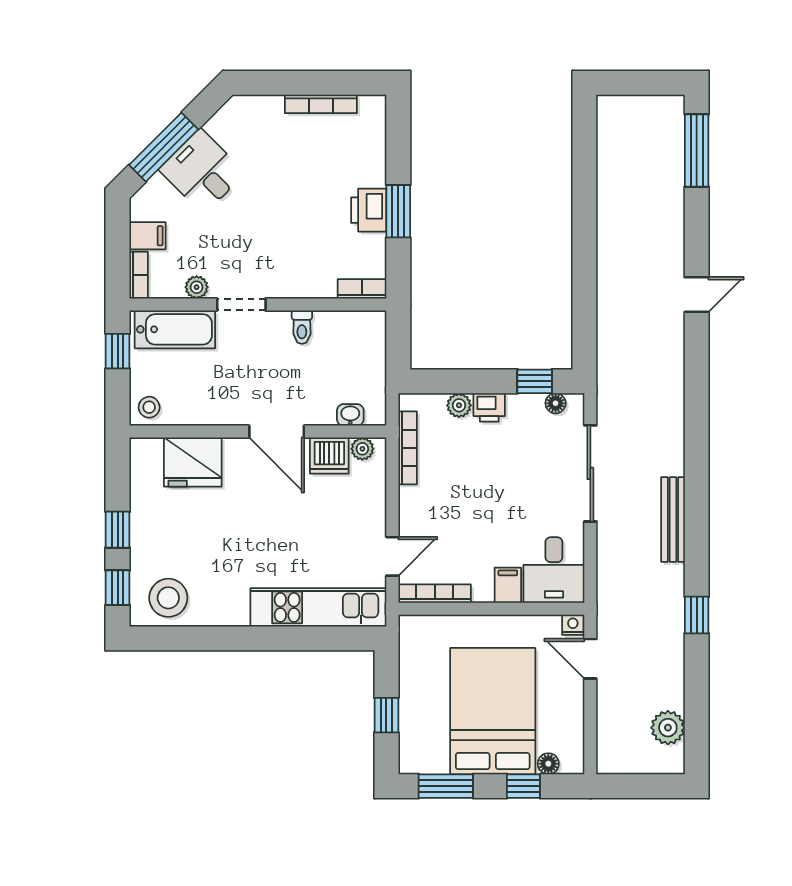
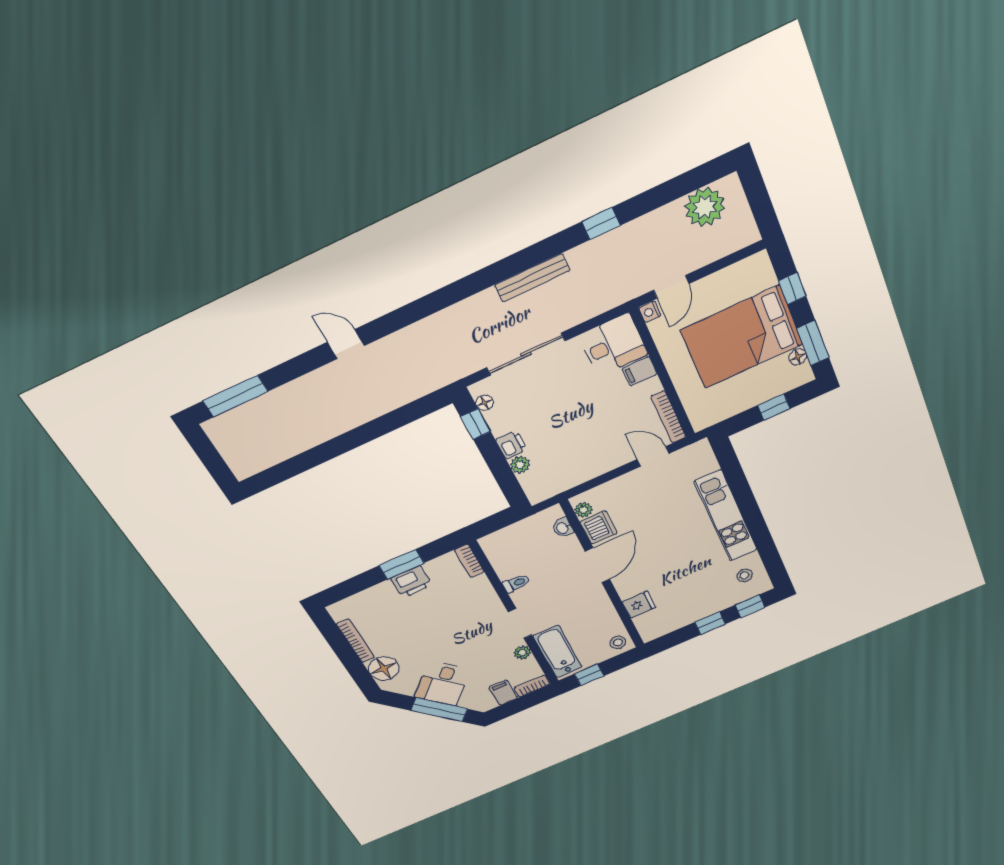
floor lamp: (263, 115) -> (384, 668), added
bookcase: (408, 448) -> (568, 483), removed
fridge: (193, 462) -> (639, 605), width x0.53, depth x0.75
stool: (168, 598) -> (745, 575), width x0.53, depth x0.53
kitchen unit: (318, 607) -> (726, 516), moved
plant: (668, 728) -> (705, 207), width x1.36, depth x1.36
floor lamp: (548, 764) -> (798, 357), moved

